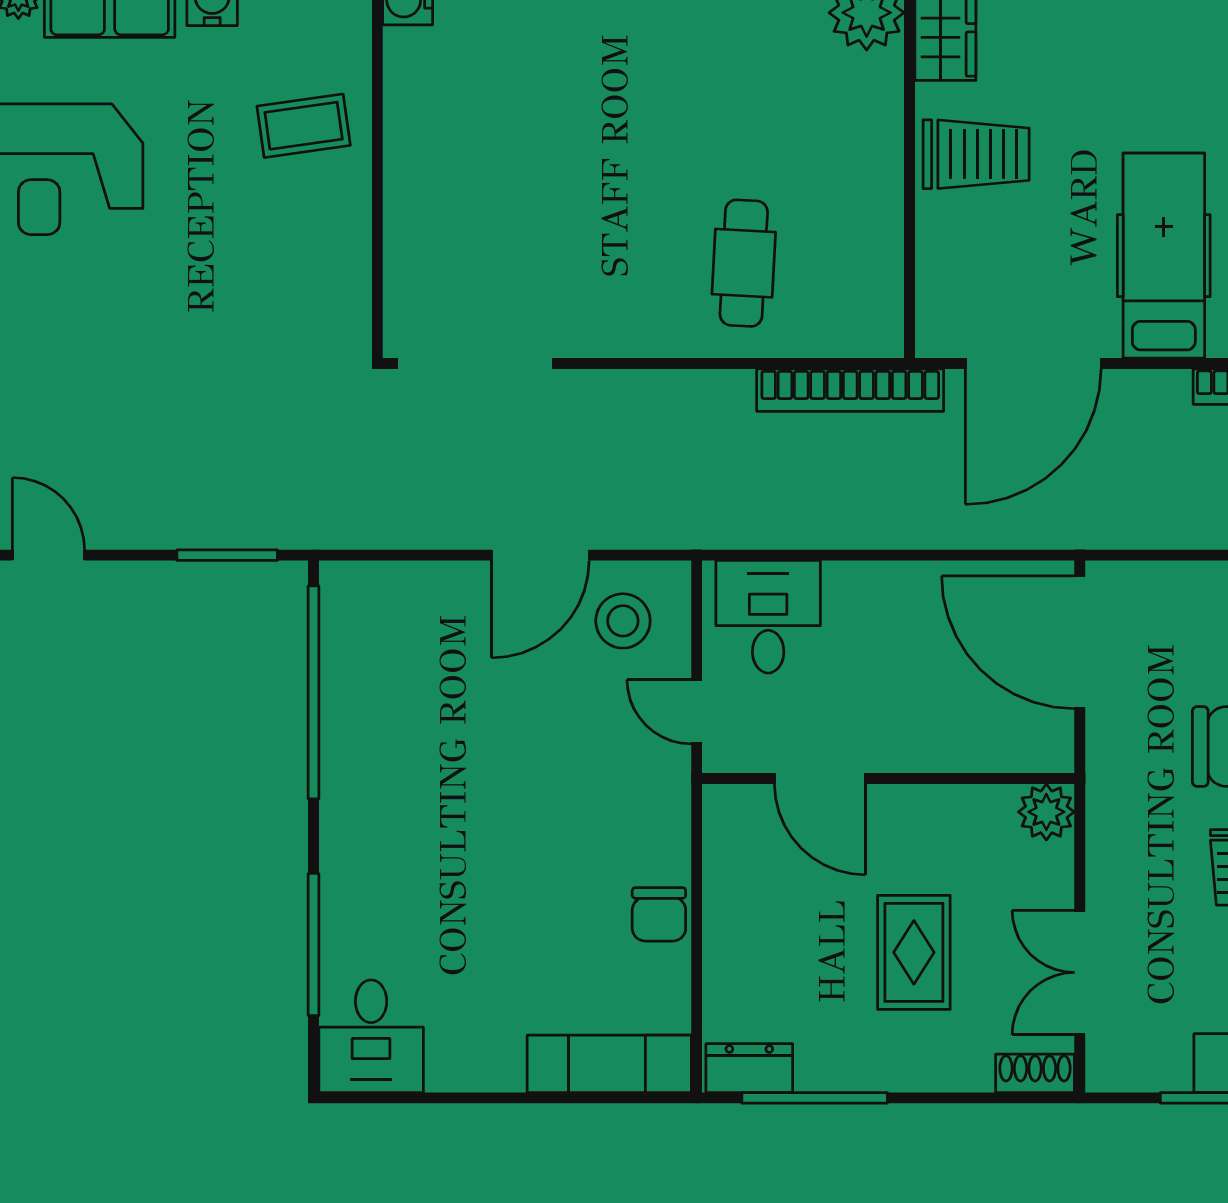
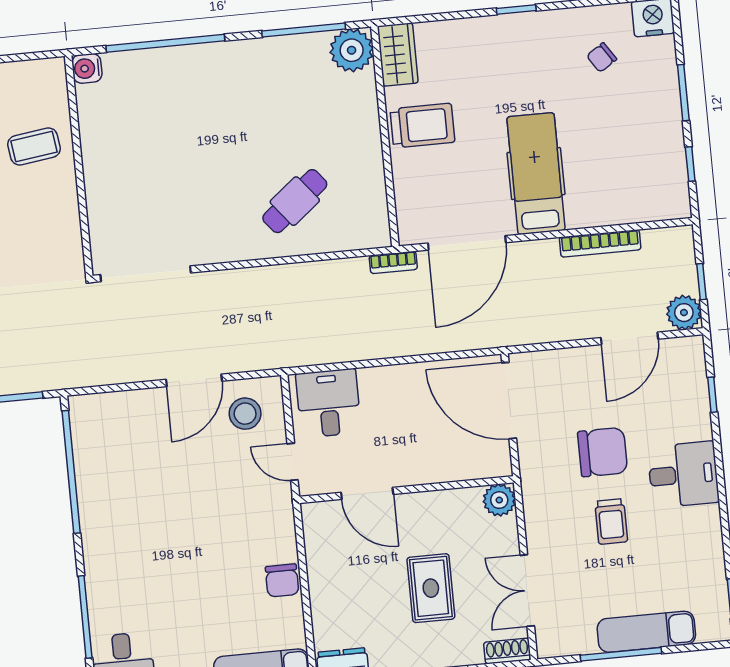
cafe table: (744, 263) -> (295, 201), turned 48
bookcase: (850, 390) -> (393, 262), width x0.43, depth x0.76

